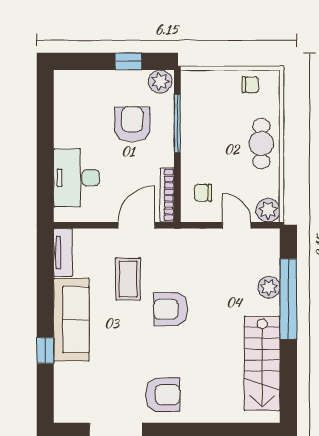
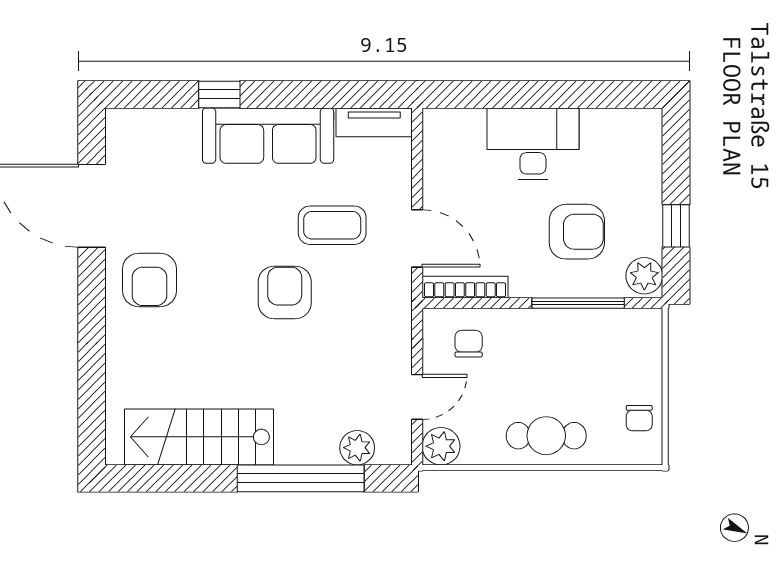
desk: (77, 178) -> (533, 144), moved
plant: (269, 287) -> (357, 448), moved

